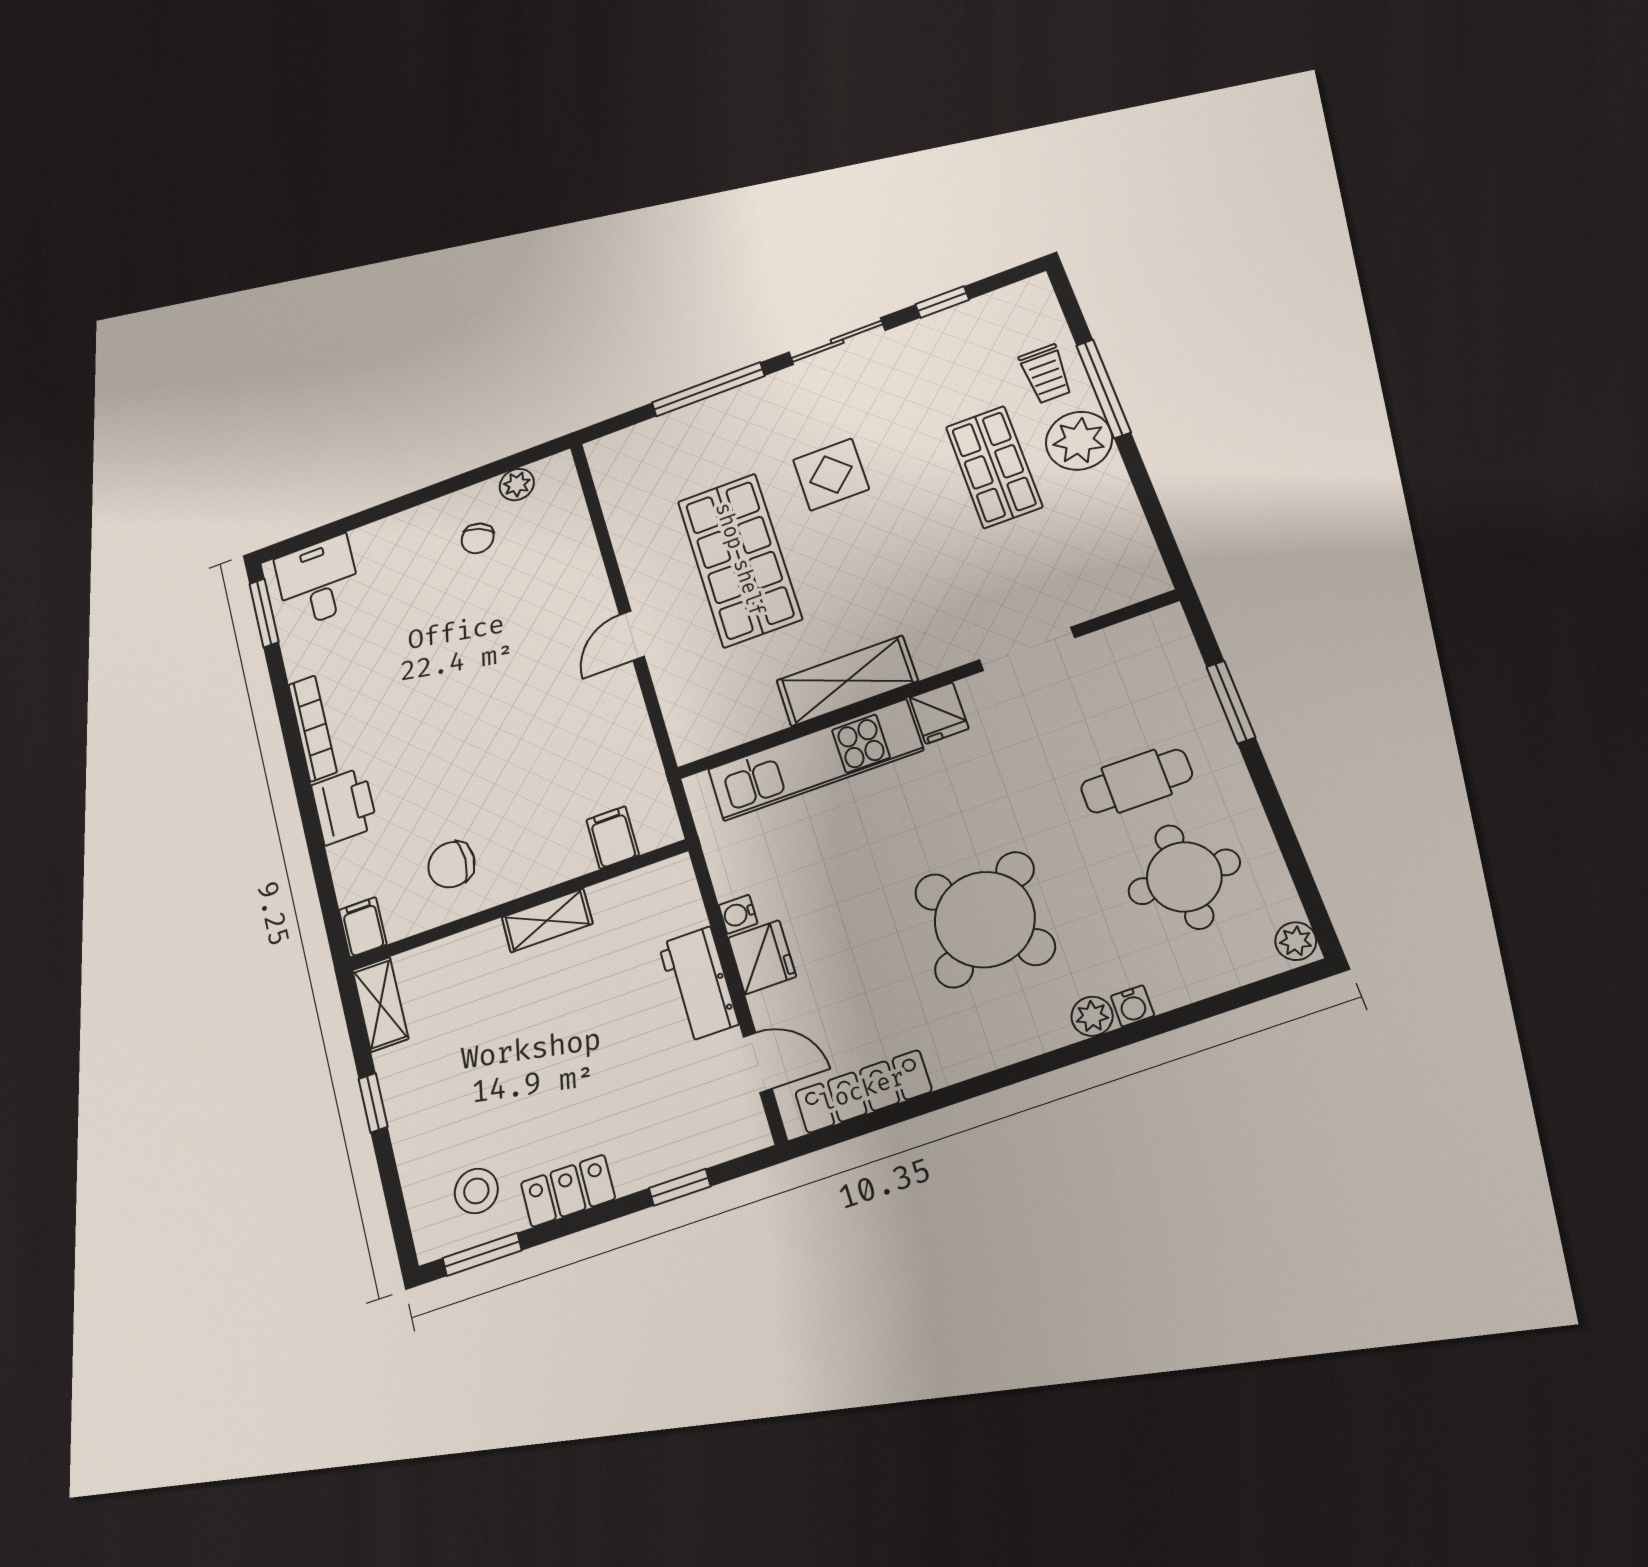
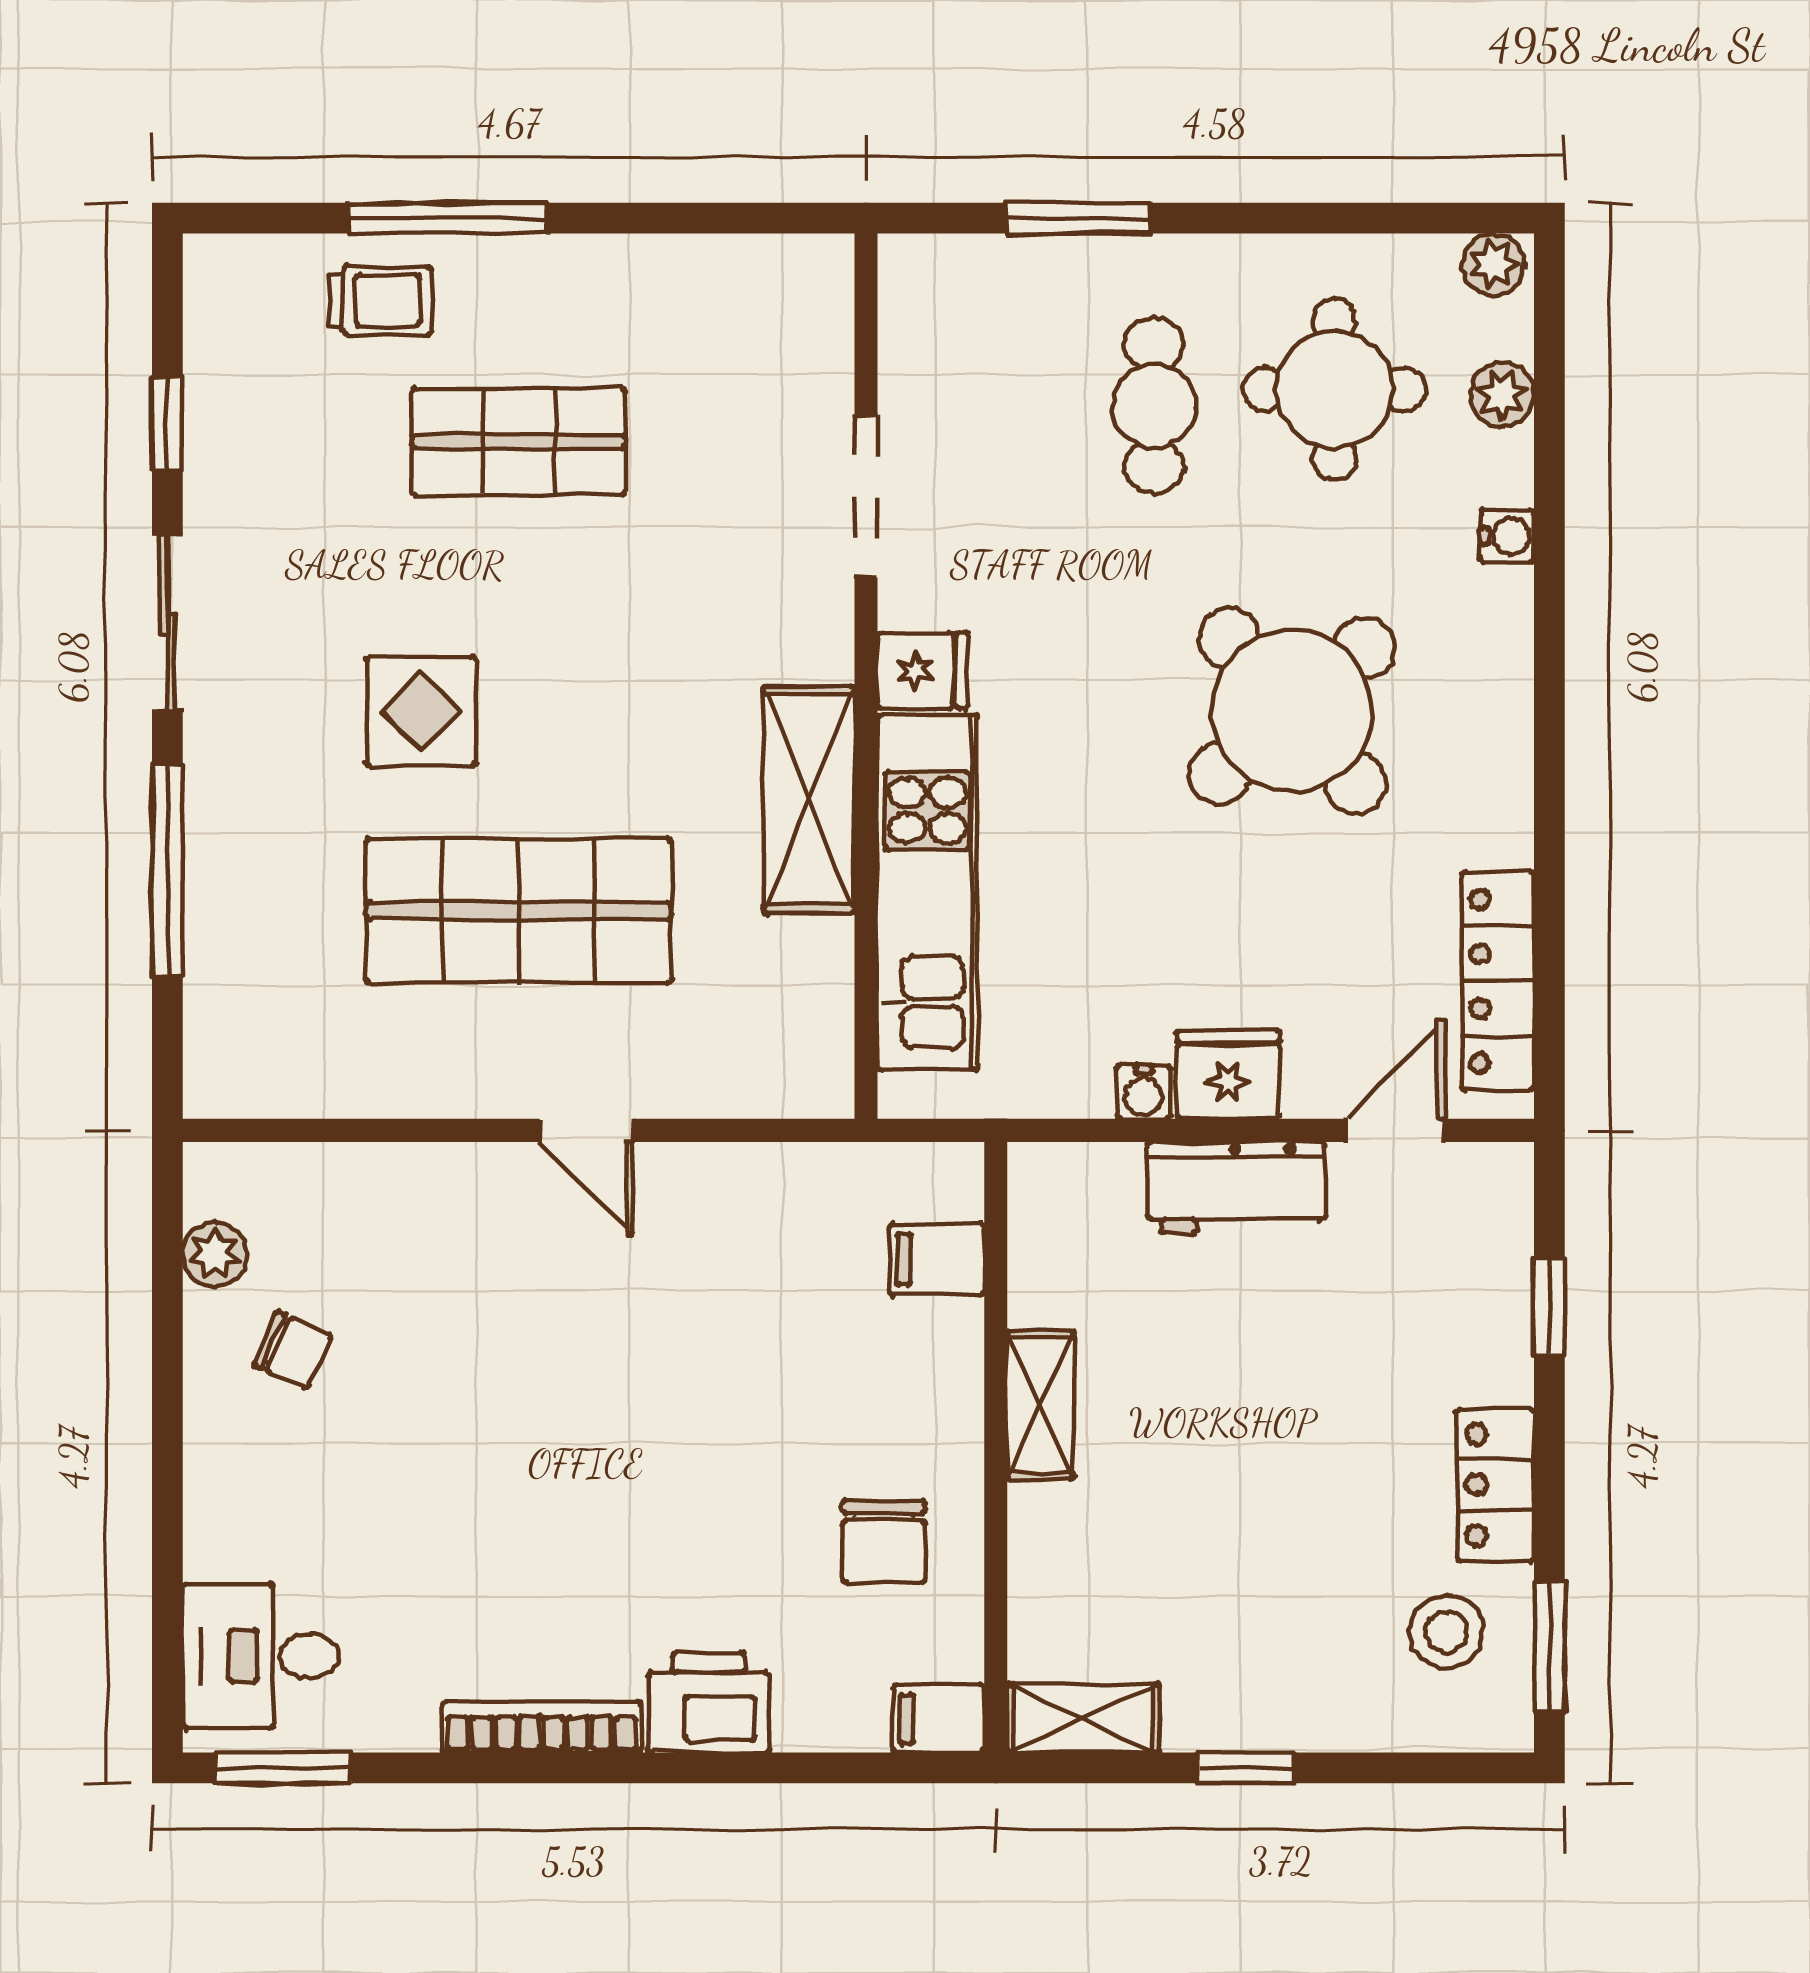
plant: (1079, 441) -> (528, 290), removed
plant: (1092, 1016) -> (1502, 395), moved

